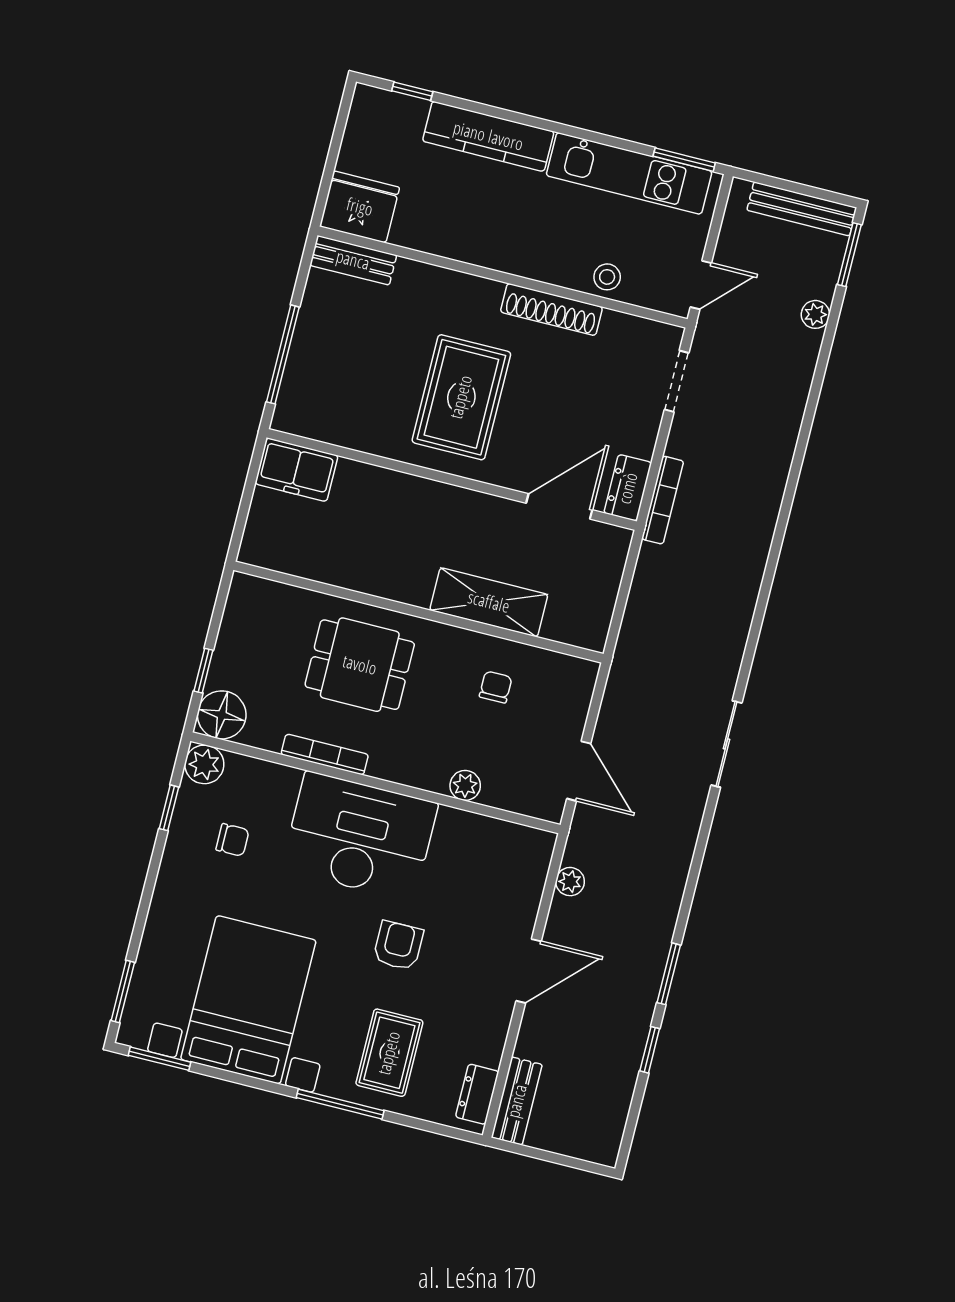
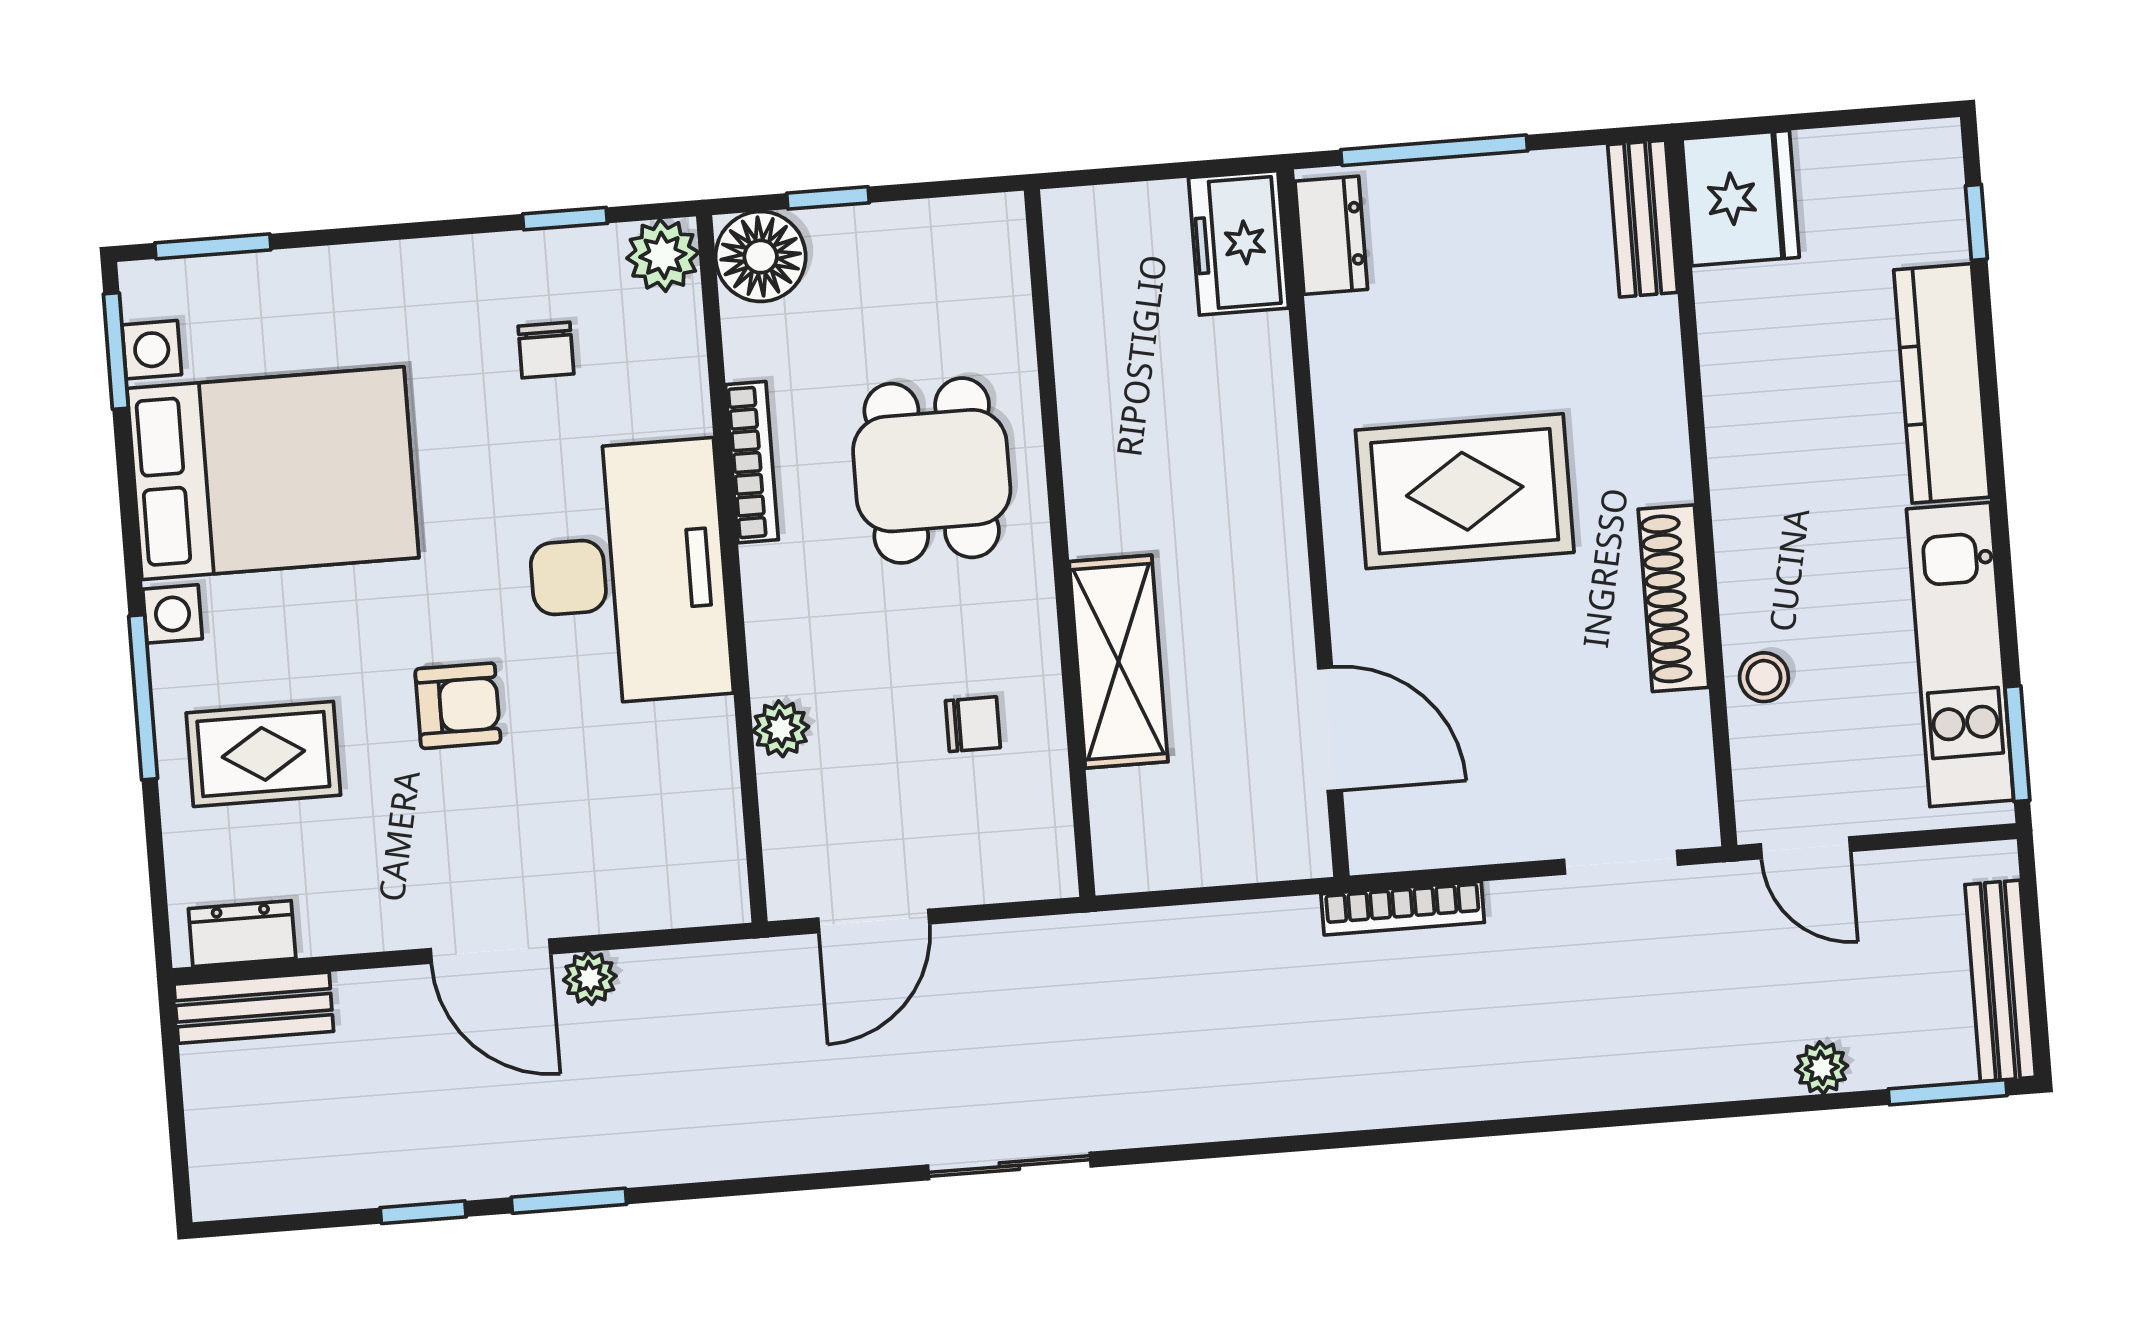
dresser: (628, 488) -> (1331, 235), moved, turned 90
plant: (570, 882) -> (590, 978), moved

